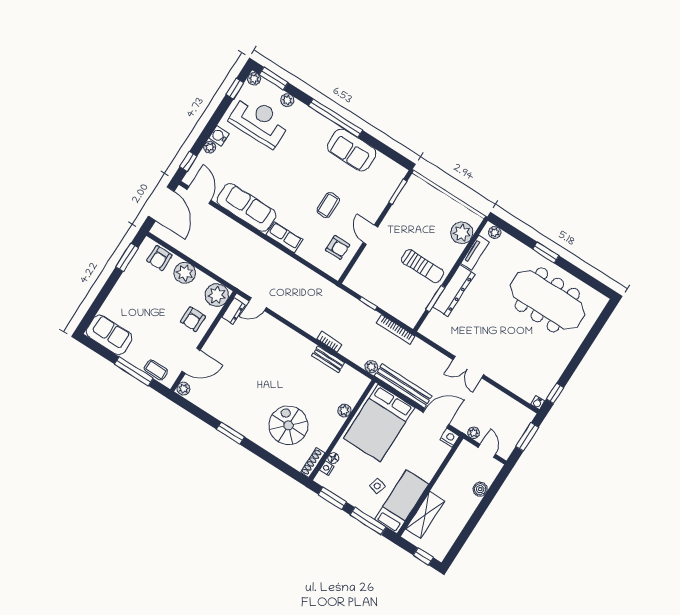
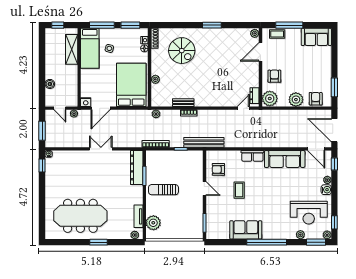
dresser: (454, 291) -> (137, 167), moved
bench: (403, 386) -> (204, 142), moved

